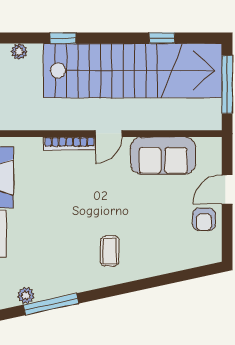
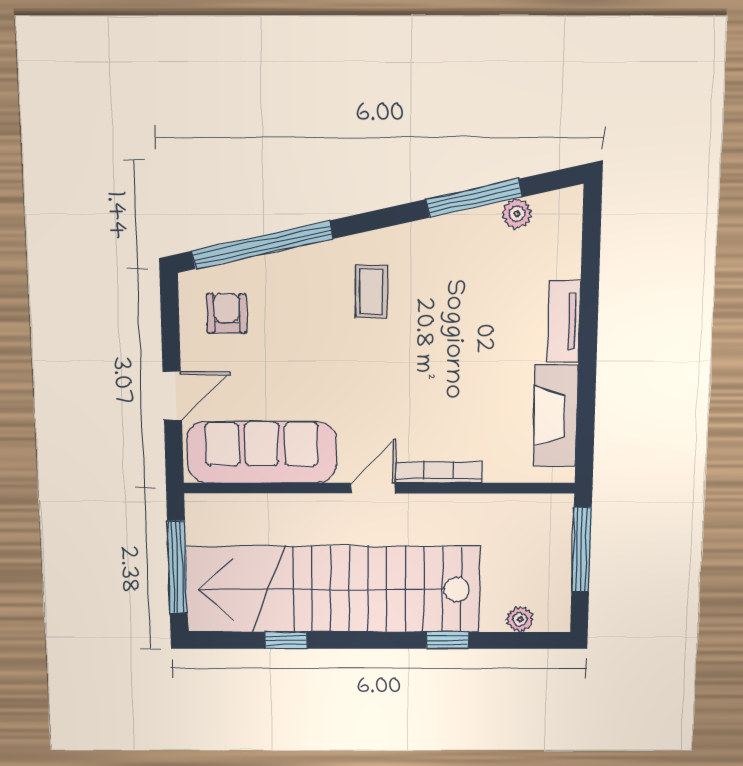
sofa: (163, 156) -> (262, 452), width x1.36
armchair: (204, 219) -> (227, 313), moved
window: (173, 278) -> (262, 245), added

